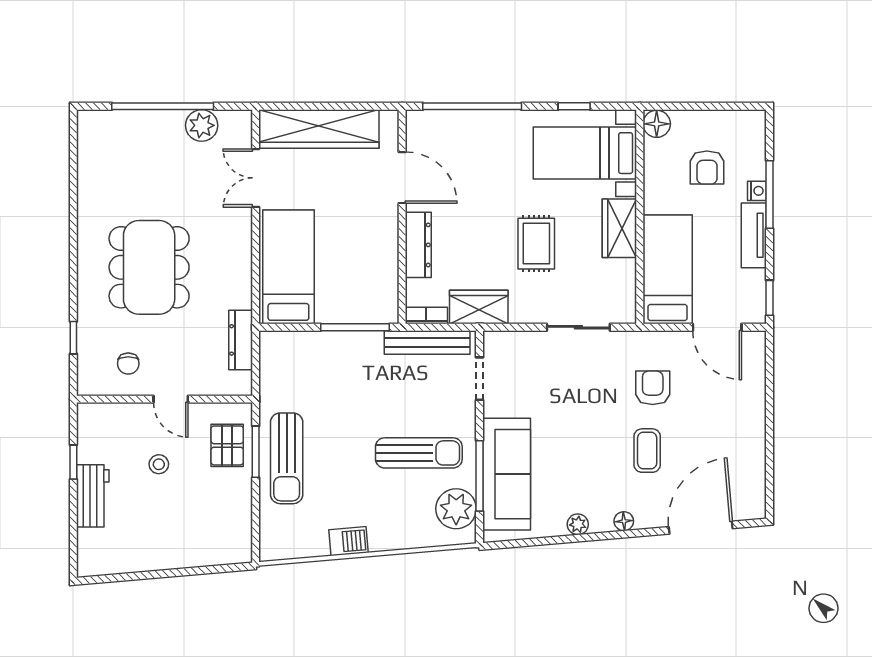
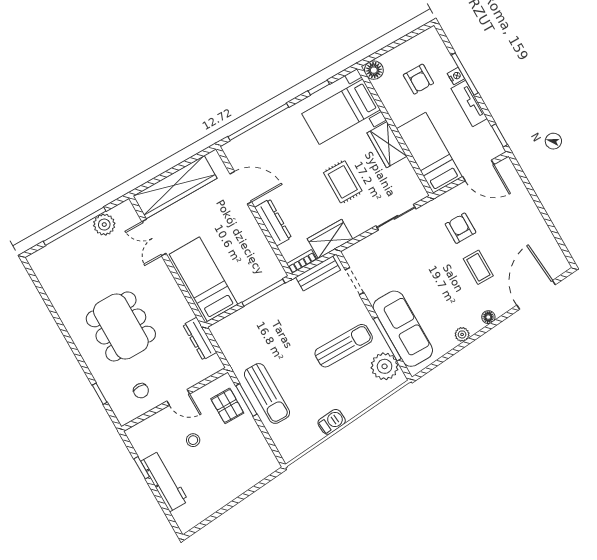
bench: (427, 342) -> (318, 274), width x0.73
workbench: (93, 496) -> (165, 481), width x1.38

